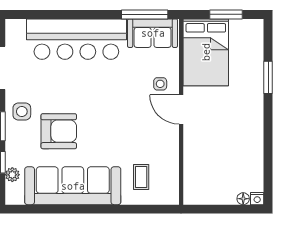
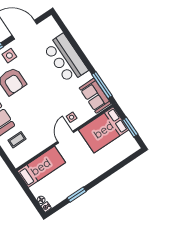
bar counter: (76, 39) -> (66, 59), width x0.73
window: (268, 77) -> (77, 195), moved
bed: (199, 169) -> (41, 167), added

